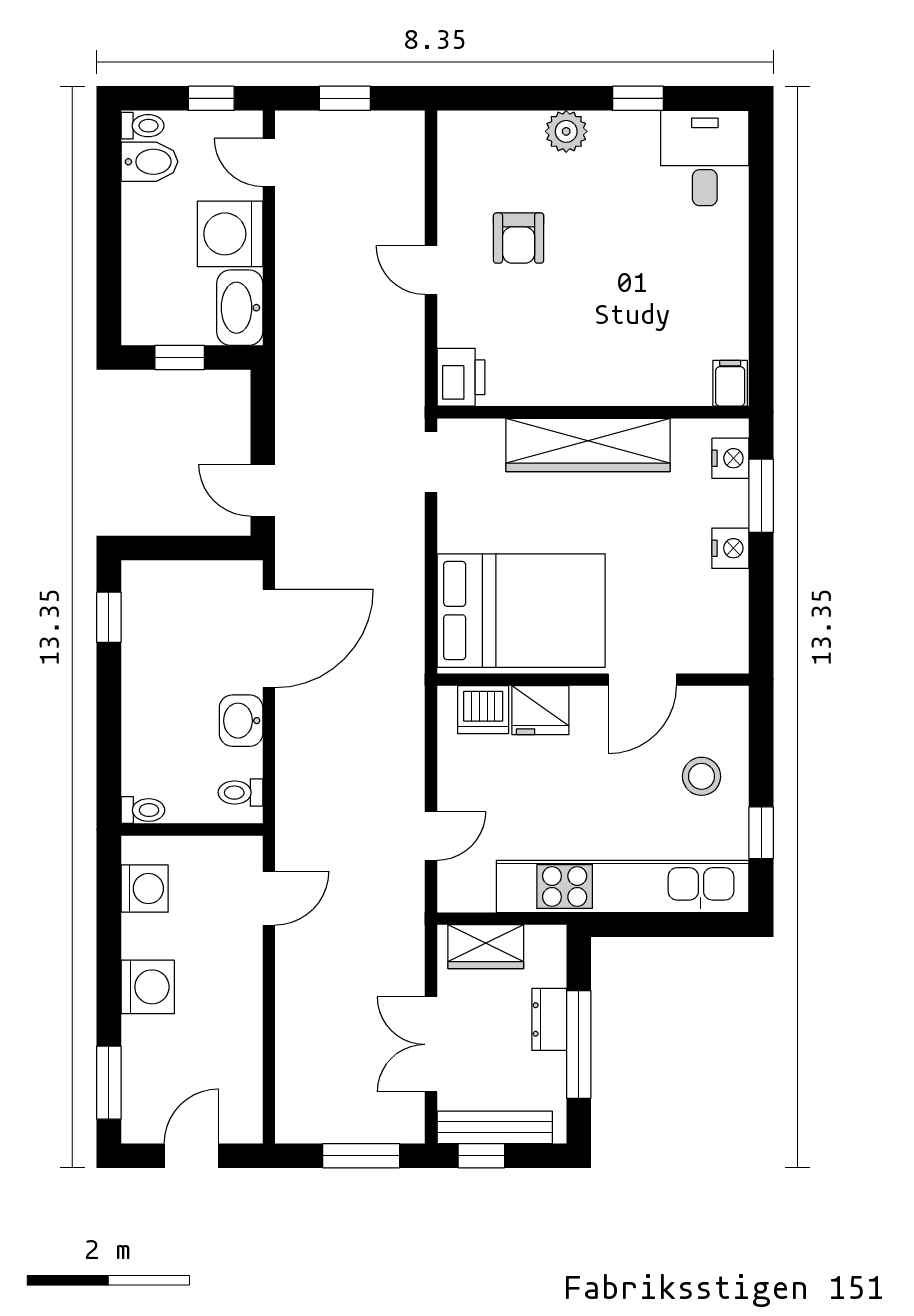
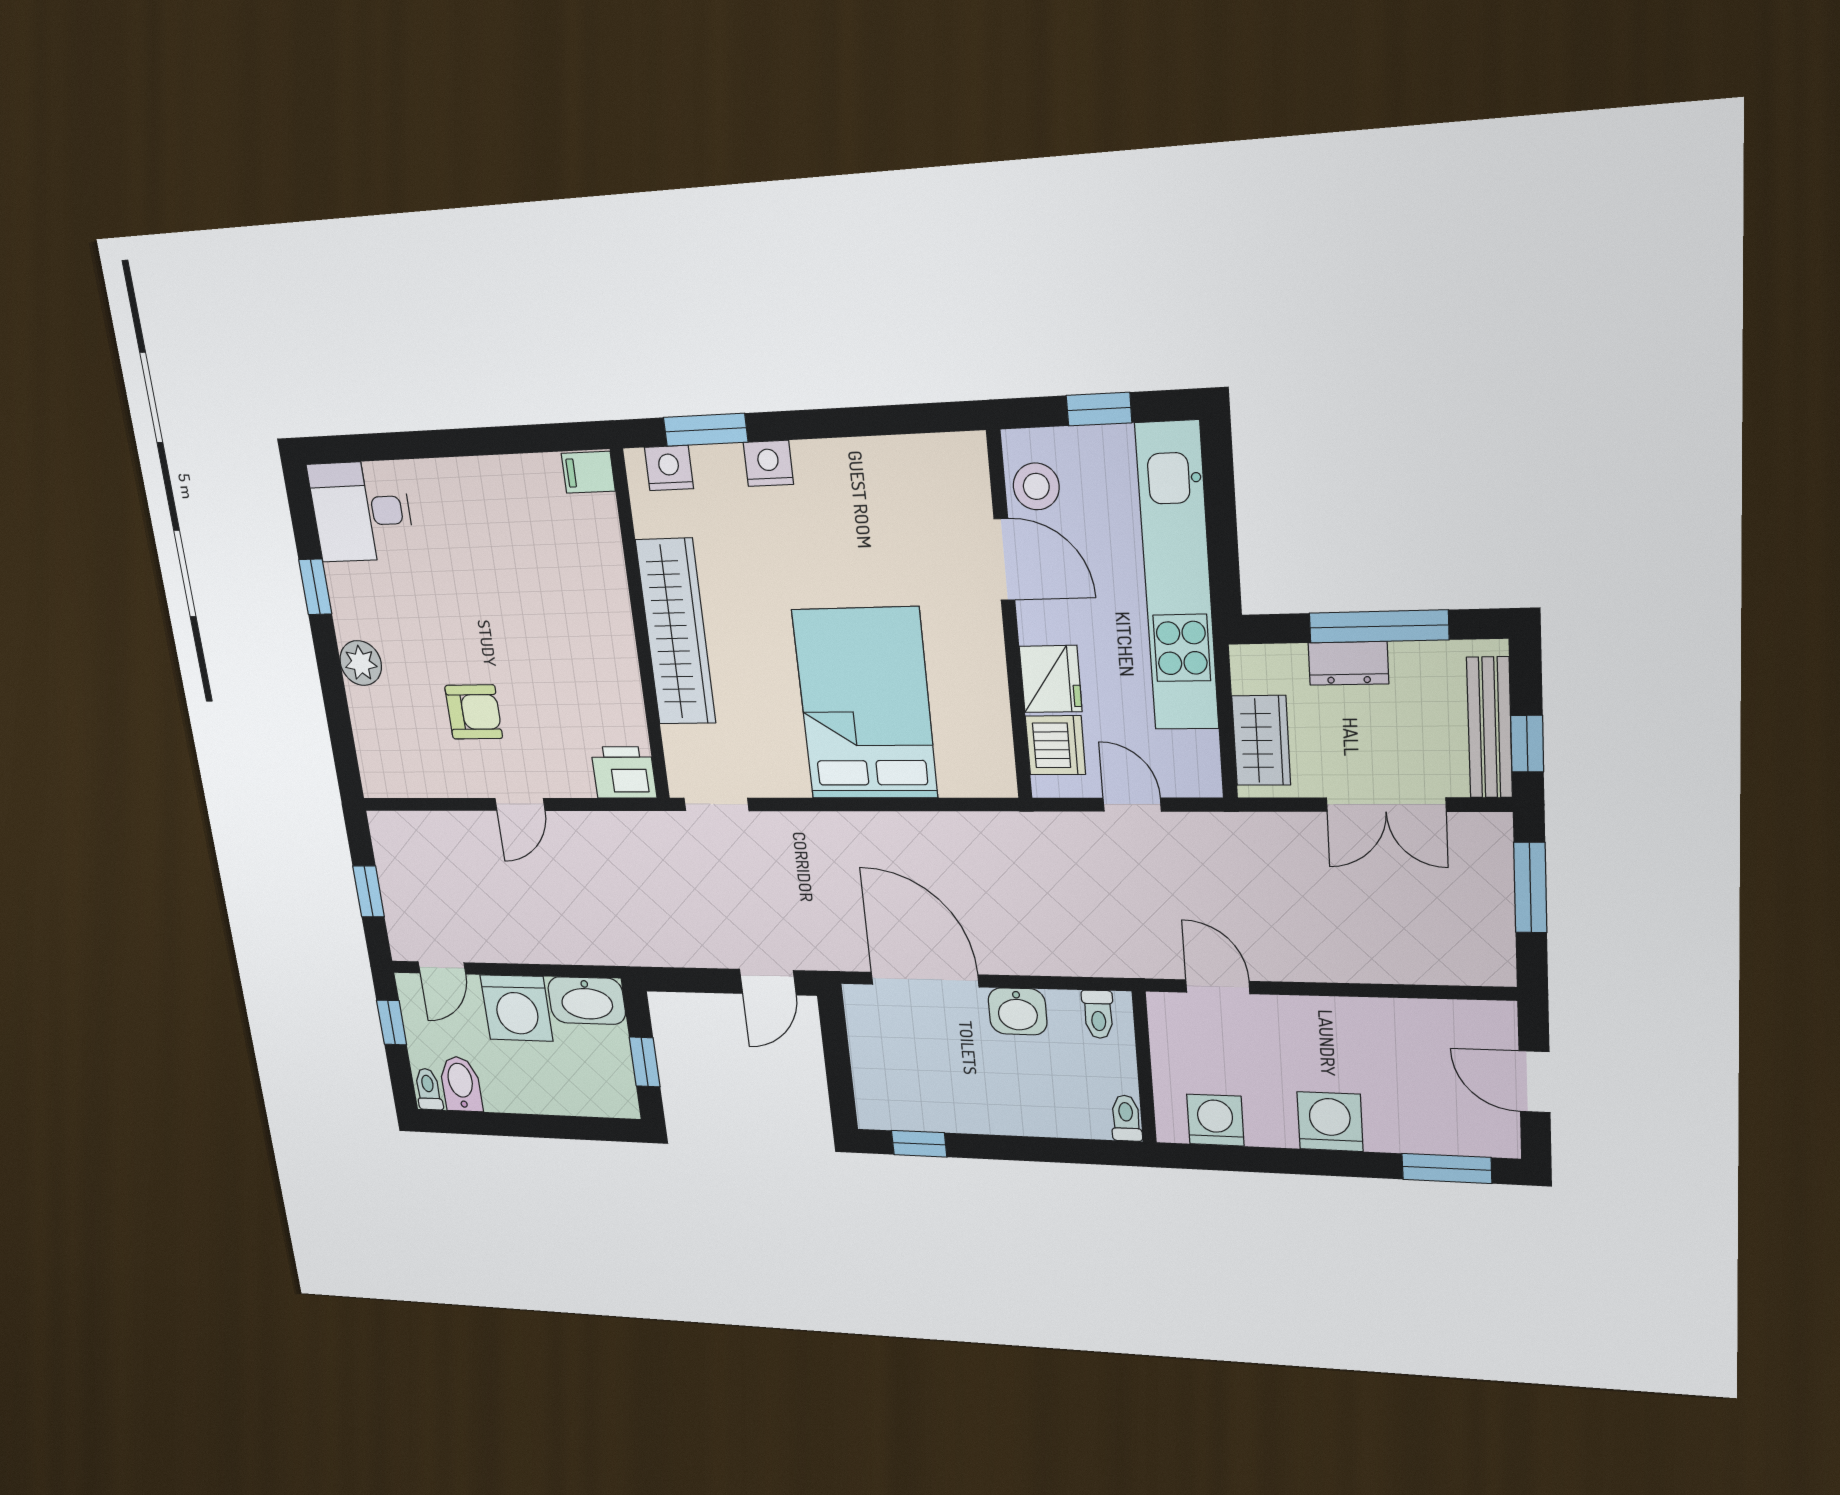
wall: (593, 680) -> (1010, 618), moved
door: (642, 680) -> (1004, 559), moved
dishwasher: (483, 710) -> (1055, 745), moved
fridge: (540, 710) -> (1051, 679), moved

